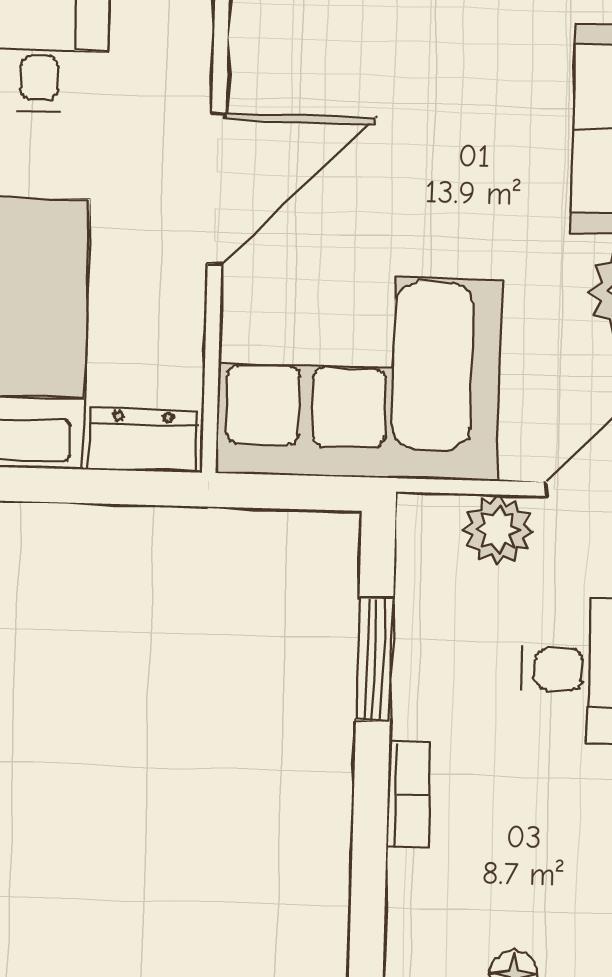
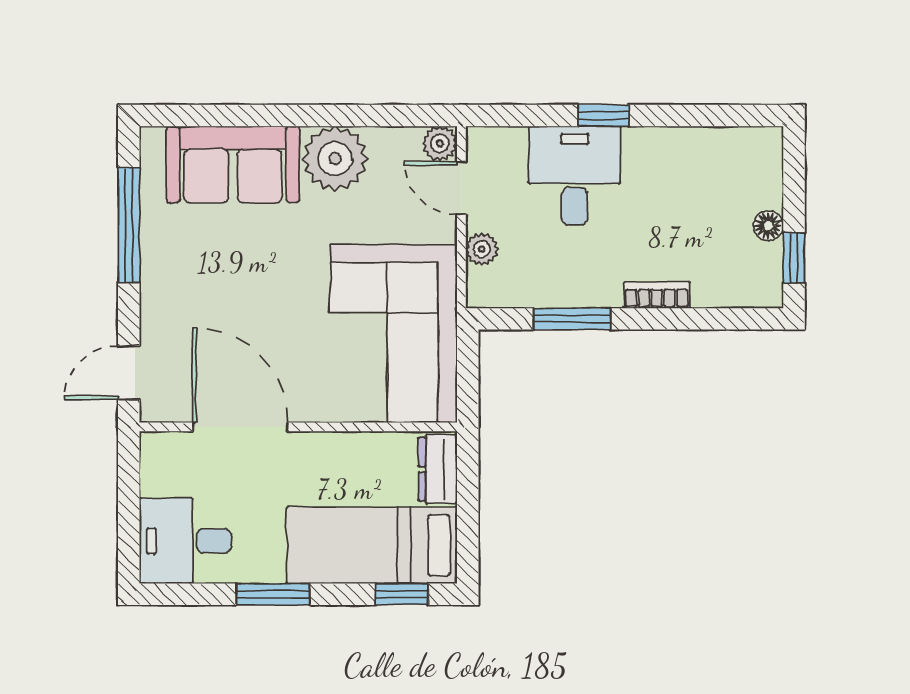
door: (217, 189) -> (240, 427), moved
plant: (498, 530) -> (482, 249), width x0.73, depth x0.73

